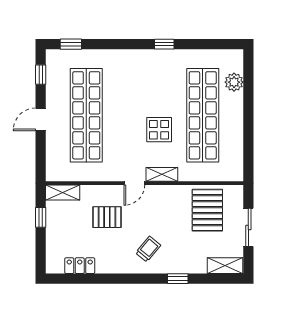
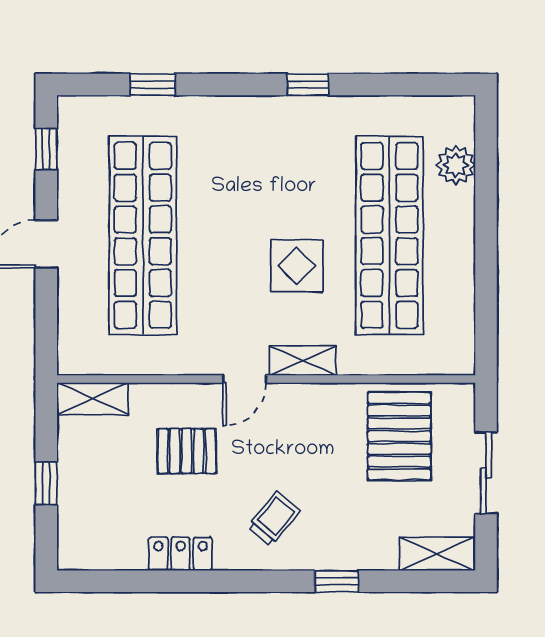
window: (71, 44) -> (153, 85), moved
window: (41, 217) -> (46, 484), moved
locker: (80, 266) -> (181, 554), moved

